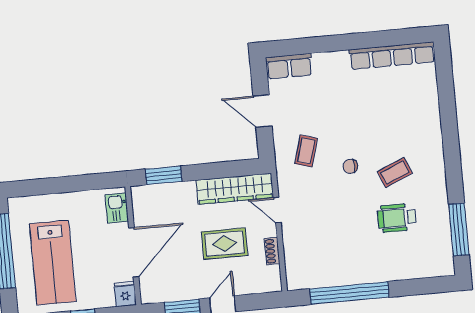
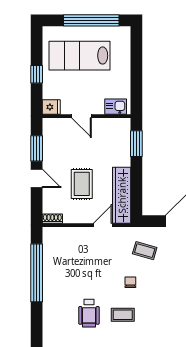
coffee table: (395, 172) -> (123, 315), turned -67
wheelchair: (397, 218) -> (89, 313), turned 180
shoe rack: (272, 251) -> (52, 219), moved
door: (134, 252) -> (82, 116), width x0.53

